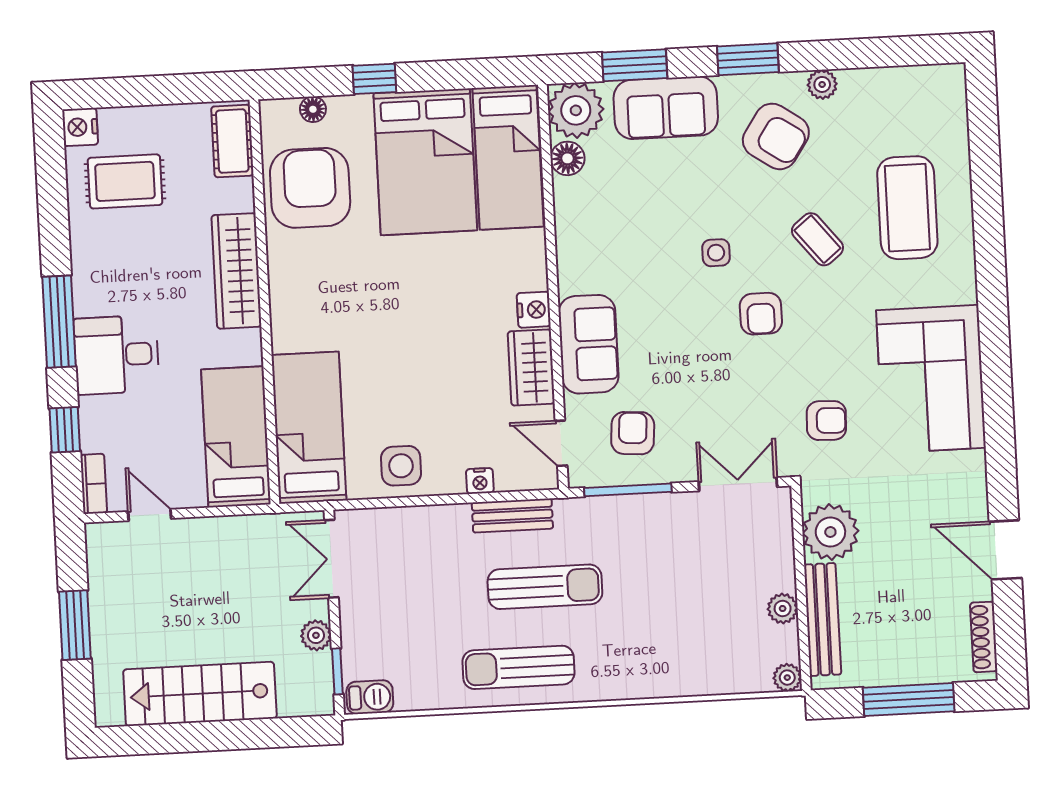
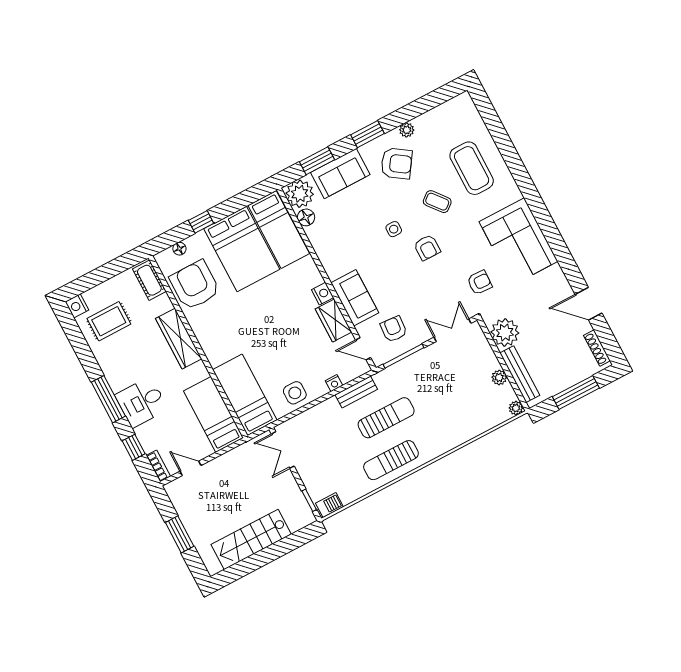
plant: (316, 635) -> (292, 488), removed

